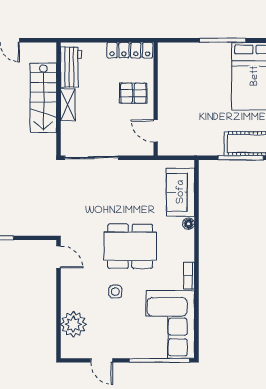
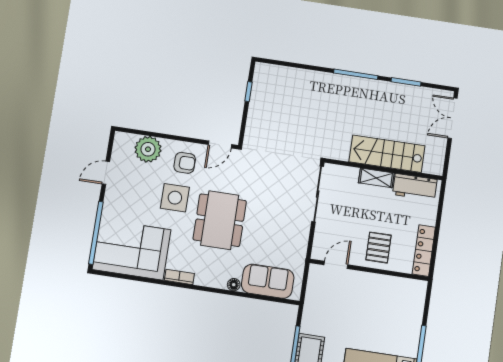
armchair: (81, 288) -> (185, 163), added
side table: (115, 292) -> (175, 198), width x1.87, depth x1.87

